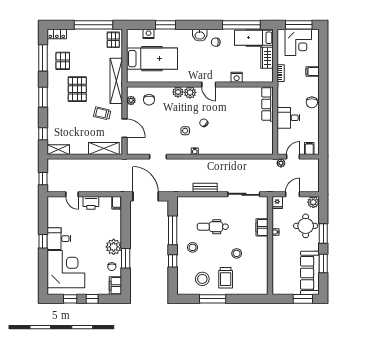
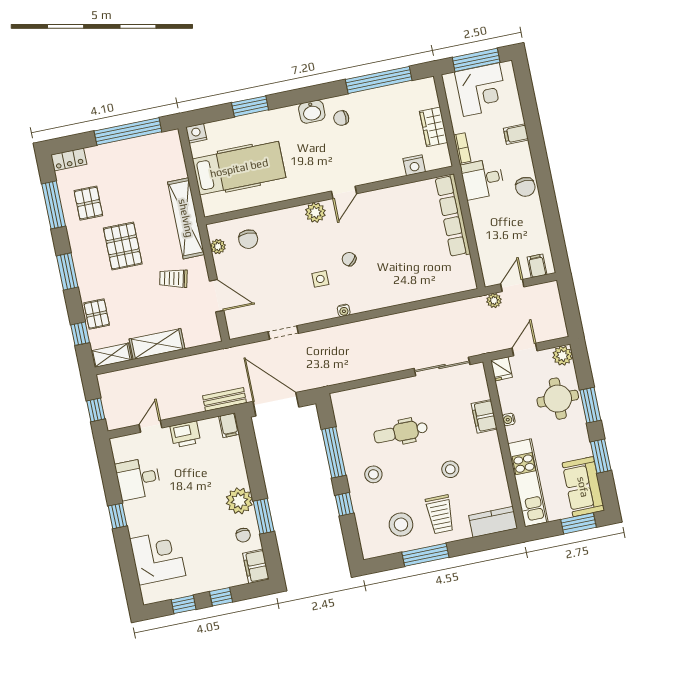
nightstand: (148, 34) -> (196, 133), moved
hospital bed: (254, 38) -> (404, 97), removed
pallet: (113, 40) -> (97, 314), moved
nightstand: (237, 77) -> (414, 165), moved
door: (209, 84) -> (344, 192), hinge flipped
plant: (178, 92) -> (295, 216), removed
row of seats: (267, 104) -> (453, 216), width x1.36
desk: (289, 118) -> (483, 179), moved
shelving: (104, 148) -> (157, 344), moved
bench: (205, 188) -> (225, 399), moved
door: (72, 194) -> (151, 426), swing flipped
desk: (59, 239) -> (138, 479), moved
corner desk: (66, 269) -> (158, 557), width x0.74, depth x0.74
kitchen unit: (279, 270) -> (528, 483), added
sofa: (310, 273) -> (583, 487), width x0.73
kitchen counter: (255, 288) -> (493, 522), added

